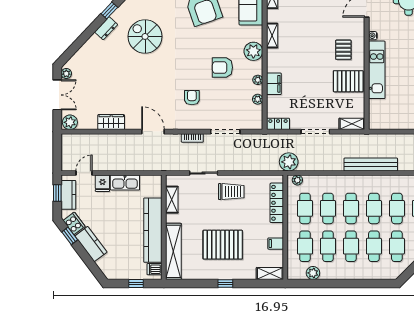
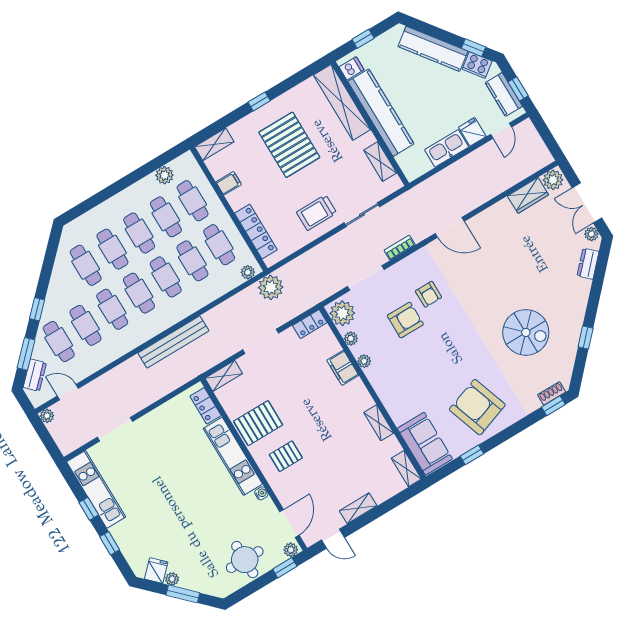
dresser: (106, 28) -> (588, 264), moved
pallet: (343, 50) -> (286, 456), turned 90
plant: (253, 51) -> (342, 313), moved
armchair: (222, 67) -> (405, 320), moved
locker: (375, 112) -> (206, 406), added
wardrobe: (111, 122) -> (528, 195), moved
kitchen counter: (91, 244) -> (433, 49), width x1.50
pallet: (223, 245) -> (289, 145), turned 90

